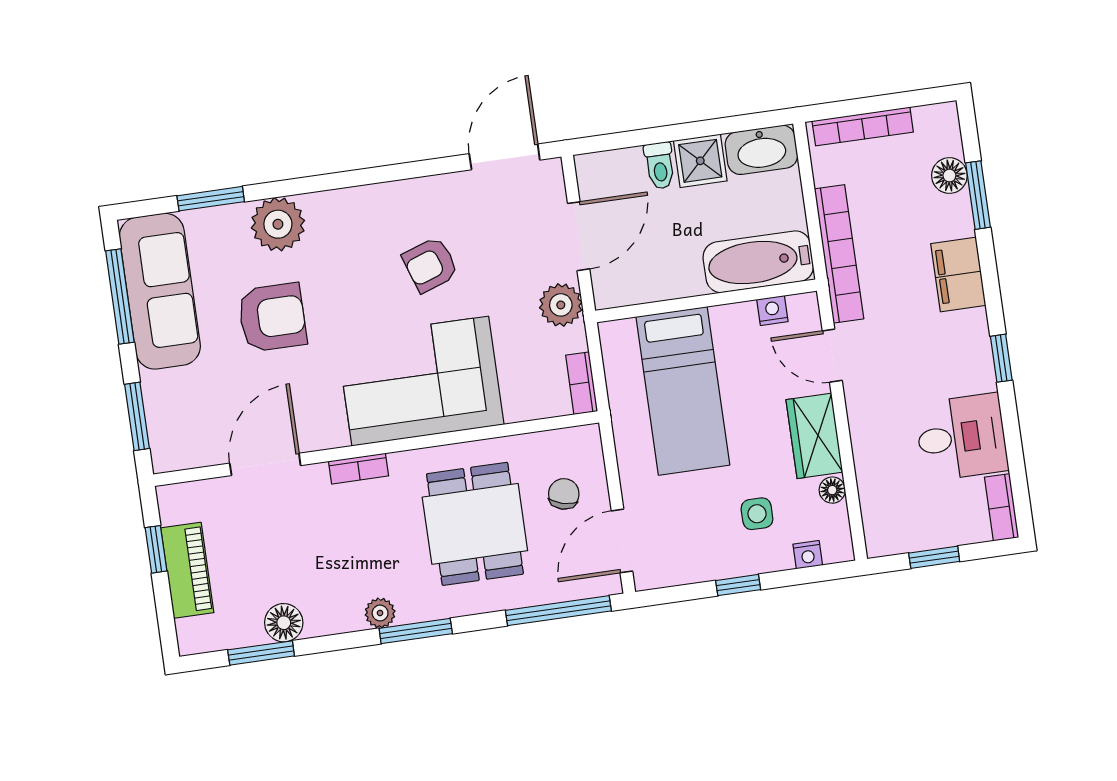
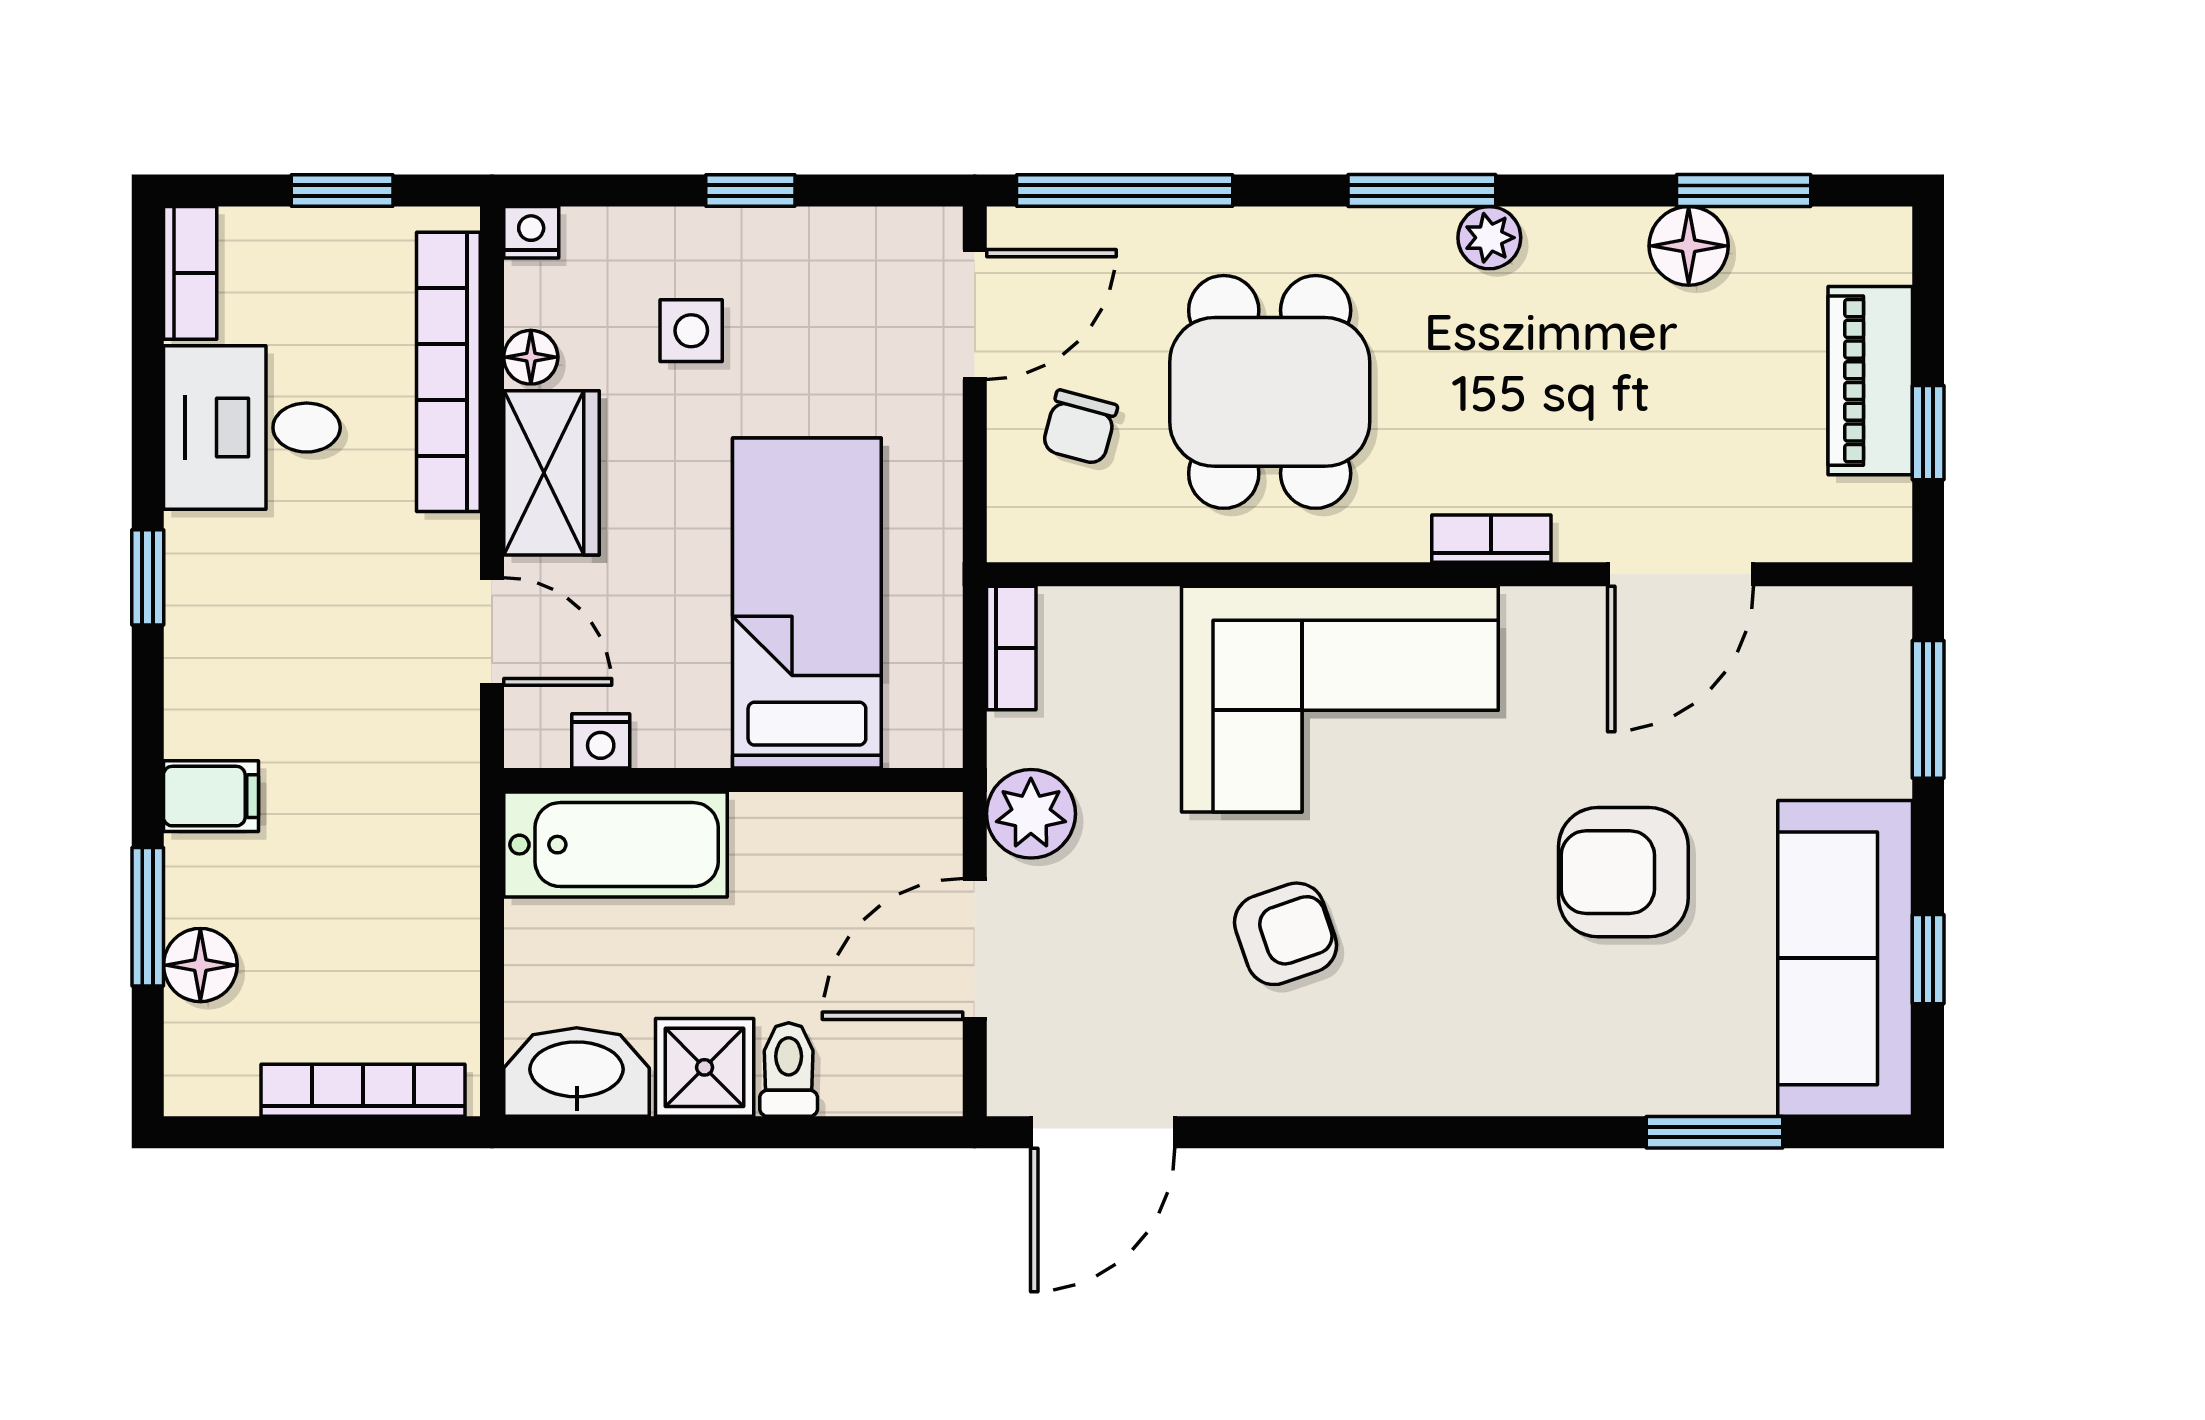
plant: (278, 224) -> (1585, 1061), removed
bookcase: (839, 254) -> (448, 372), moved
filing cabinet: (958, 274) -> (211, 796), width x0.50
window: (120, 296) -> (1928, 959), width x0.46
nightstand: (808, 555) -> (531, 232), moved

